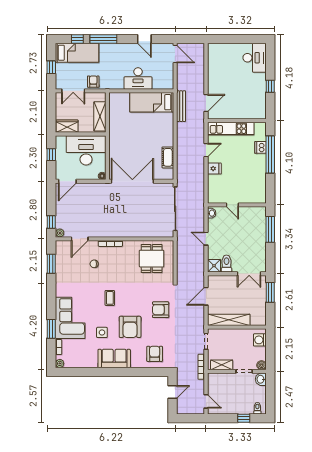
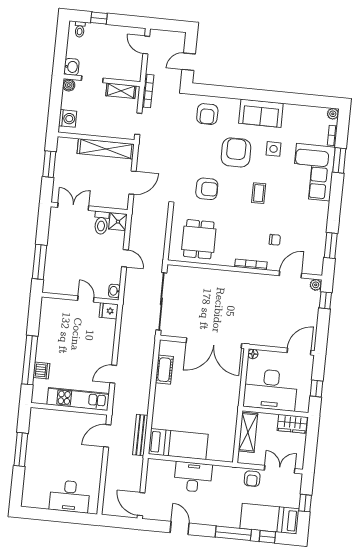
desk: (255, 58) -> (70, 496), moved, turned -90
window: (270, 86) -> (21, 449), width x2.17
fridge: (214, 169) -> (109, 311), moved
window: (270, 292) -> (49, 164), moved
armchair: (161, 310) -> (207, 189), moved

